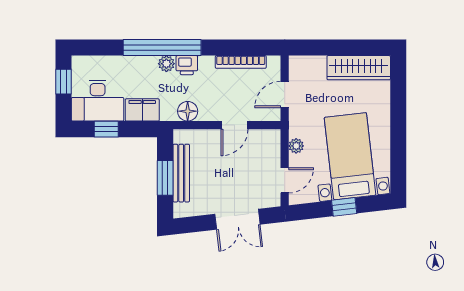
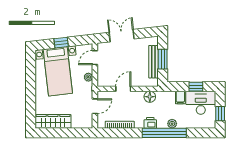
plant: (166, 64) -> (172, 124), moved
filing cabinet: (142, 110) -> (180, 97), width x0.50

